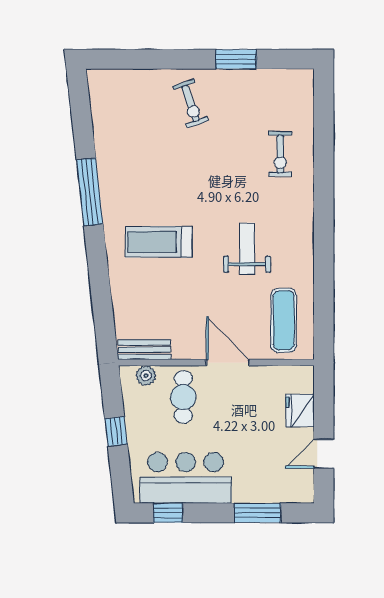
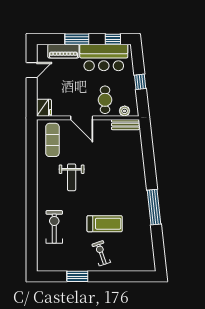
exercise bike: (280, 154) -> (54, 227), width x1.38, depth x1.39
treadmill: (159, 242) -> (105, 224), moved
fridge: (300, 410) -> (44, 108), moved
piano: (263, 490) -> (63, 51), added
window: (257, 513) -> (77, 39), moved

